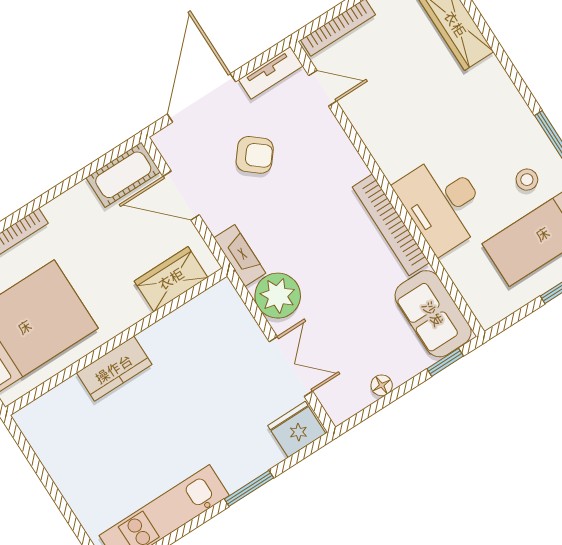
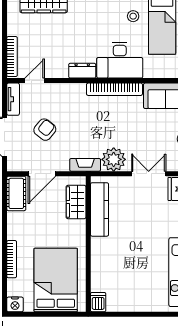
dresser: (387, 154) -> (82, 71), added
kitchen counter: (114, 369) -> (100, 209), moved, width x1.50
dishwasher: (34, 417) -> (98, 302), added

